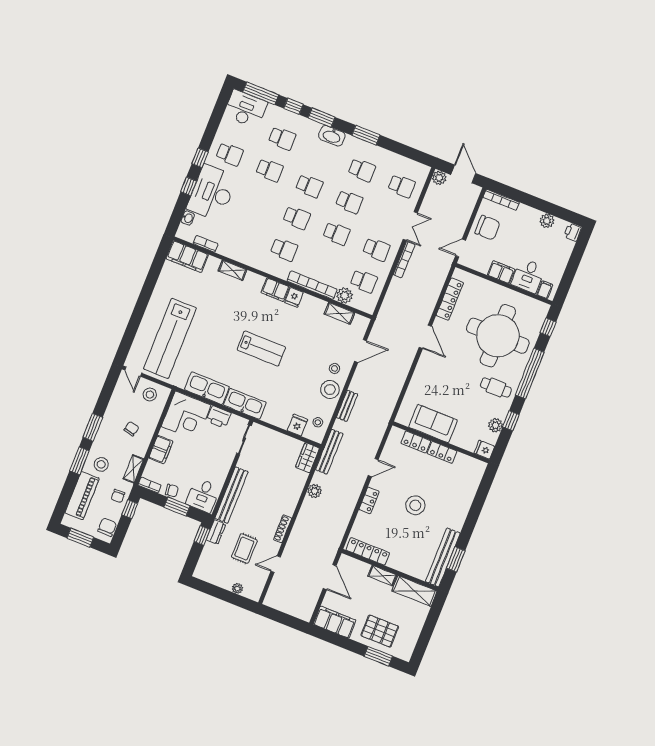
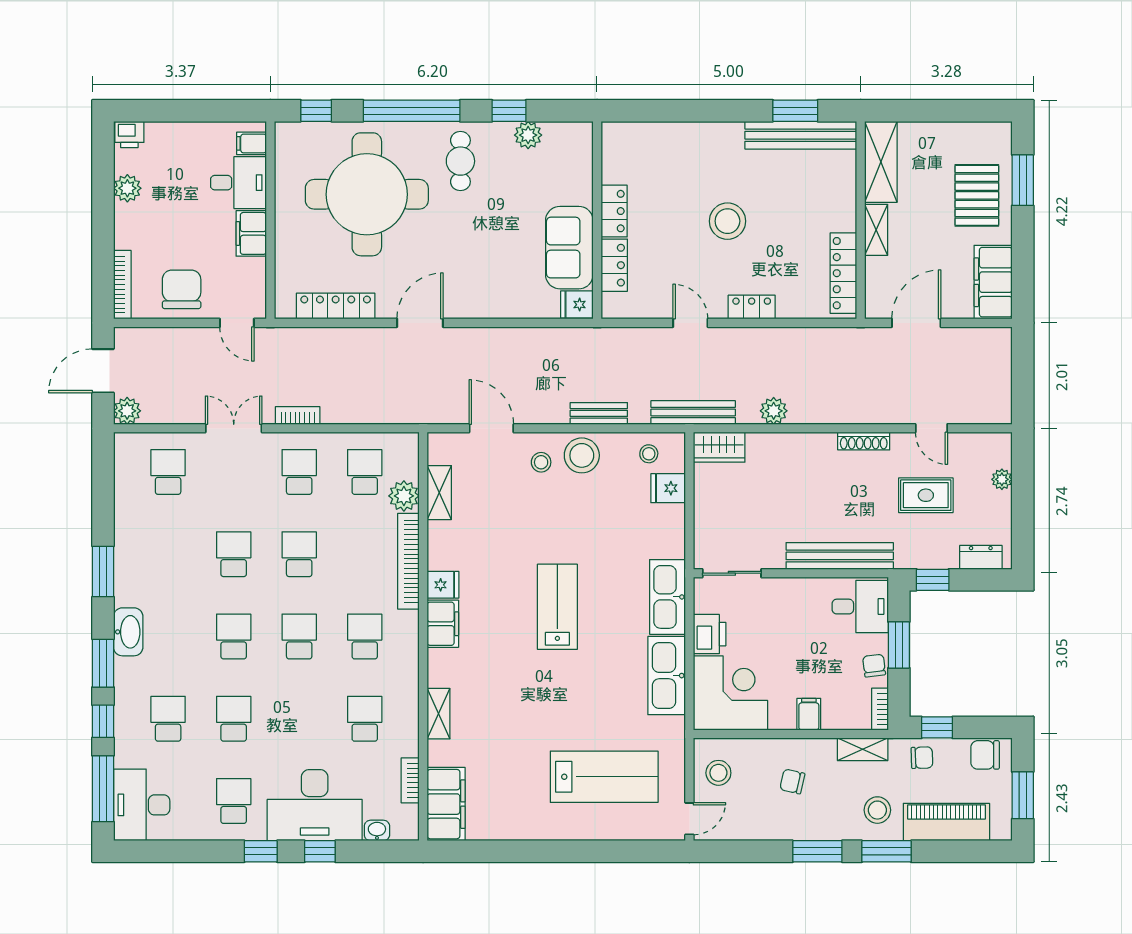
school desk: (362, 170) -> (365, 719), moved
bookcase: (404, 260) -> (298, 415), width x0.64
lab bench: (170, 338) -> (604, 777), width x0.73
filing cabinet: (161, 450) -> (809, 714), width x0.50
fridge: (484, 450) -> (577, 305), moved, turned 90
dresser: (216, 532) -> (981, 557), moved

